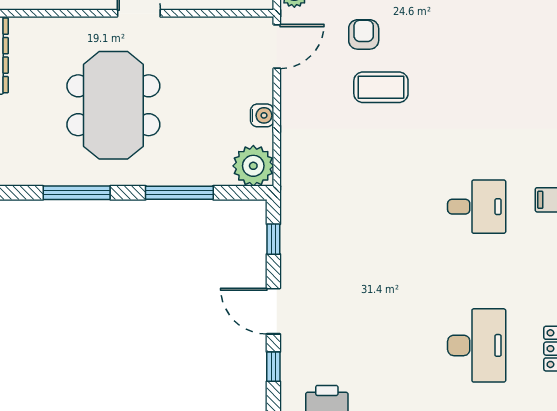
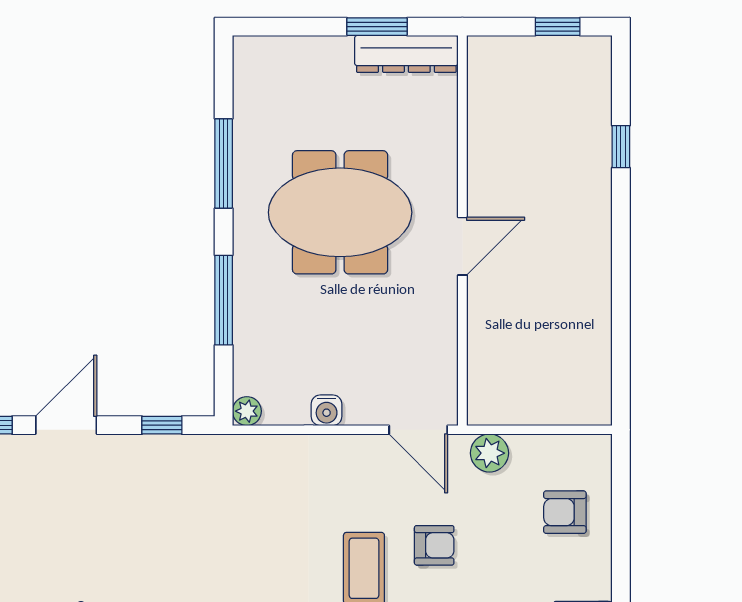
plant: (253, 166) -> (247, 411), width x0.53, depth x0.53

